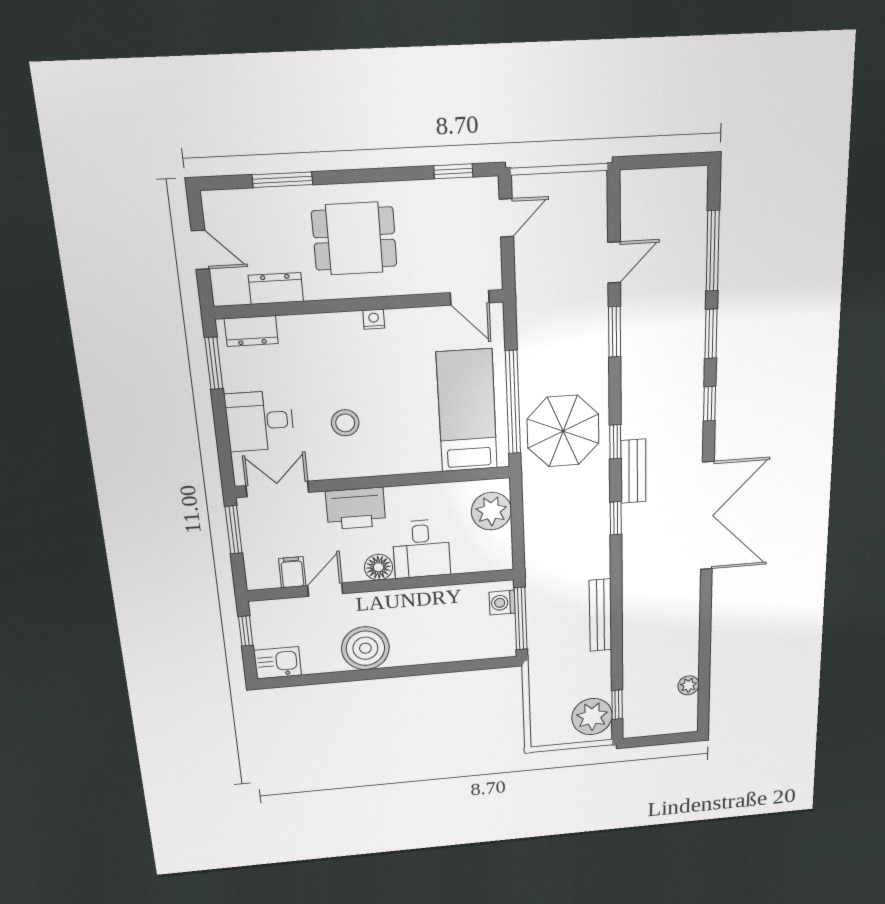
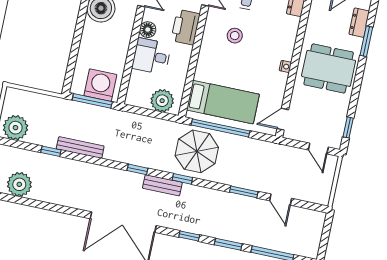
dining table: (354, 239) -> (329, 68), width x1.38
dresser: (276, 288) -> (359, 23), moved, turned 180
washing machine: (502, 603) -> (100, 85), width x1.89, depth x1.89
plant: (688, 685) -> (19, 184), width x1.88, depth x1.88
window: (617, 705) -> (51, 151), moved

